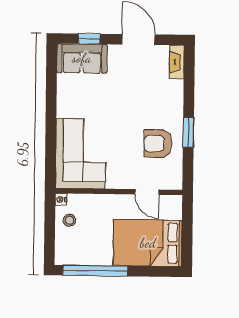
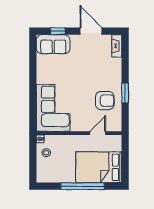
armchair: (158, 144) -> (105, 101), turned 180
door: (147, 192) -> (98, 133), swing flipped
window: (95, 271) -> (82, 186), moved

